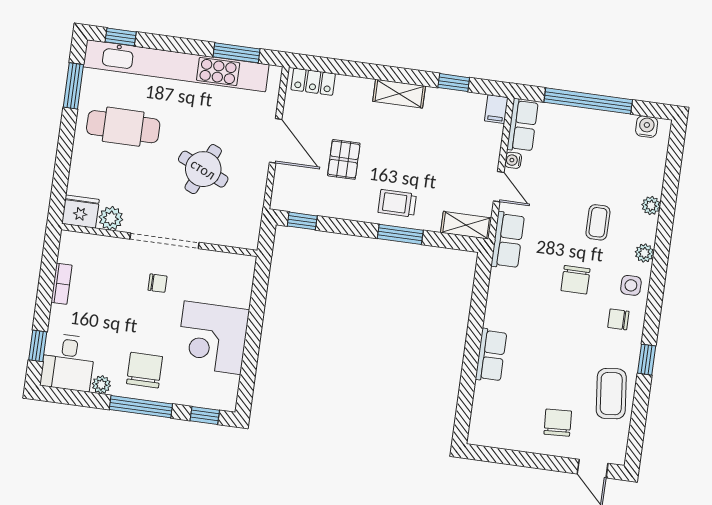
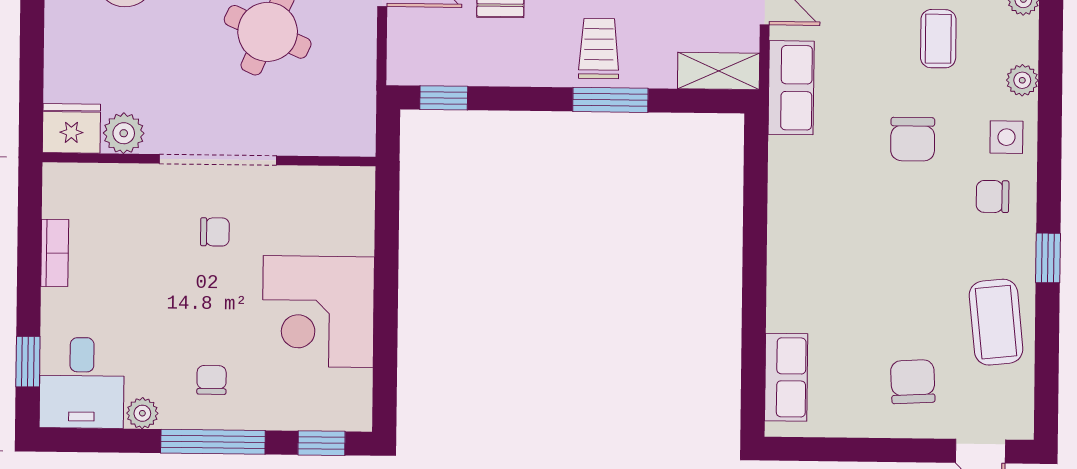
trolley: (397, 203) -> (599, 49), turned 90
row of seats: (491, 355) -> (786, 377), moved
chair: (145, 370) -> (212, 380), width x0.54, depth x0.54

